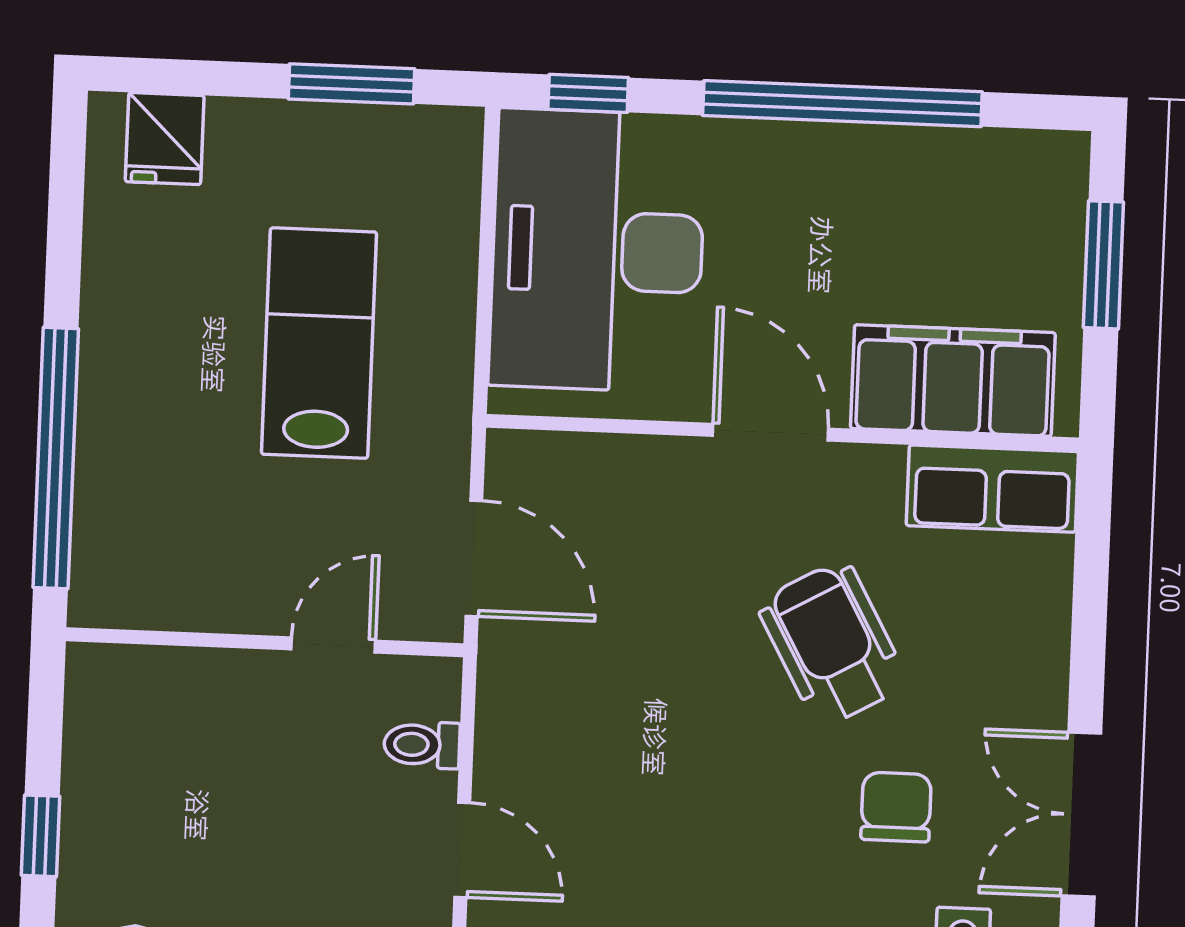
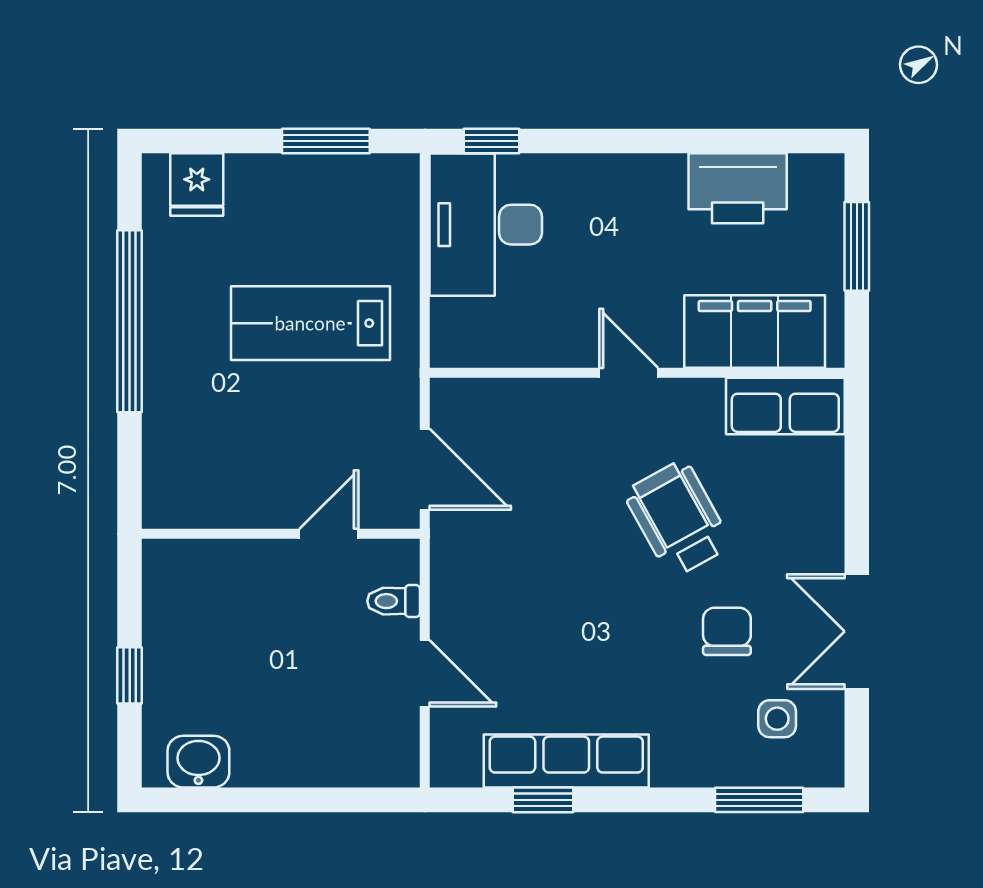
window: (842, 104) -> (670, 141), removed
printer: (937, 175) -> (738, 188), added
desk: (598, 251) -> (486, 225), width x0.73, depth x0.77
lab bench: (319, 343) -> (310, 323), turned -90
door: (770, 432) -> (629, 373), width x0.73
window: (56, 458) -> (130, 321), moved

